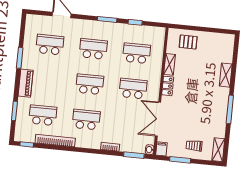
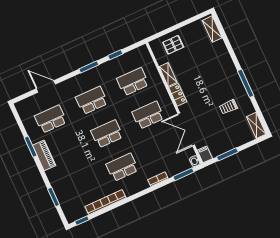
shelving: (226, 75) -> (212, 29), moved
piano: (26, 83) -> (44, 155), moved
school desk: (43, 115) -> (81, 186), removed
trolley: (194, 146) -> (228, 107), moved

